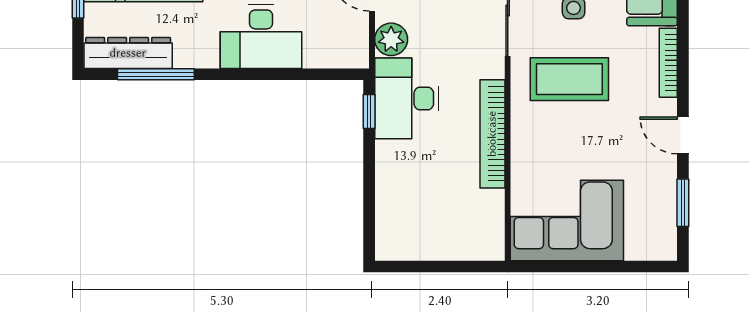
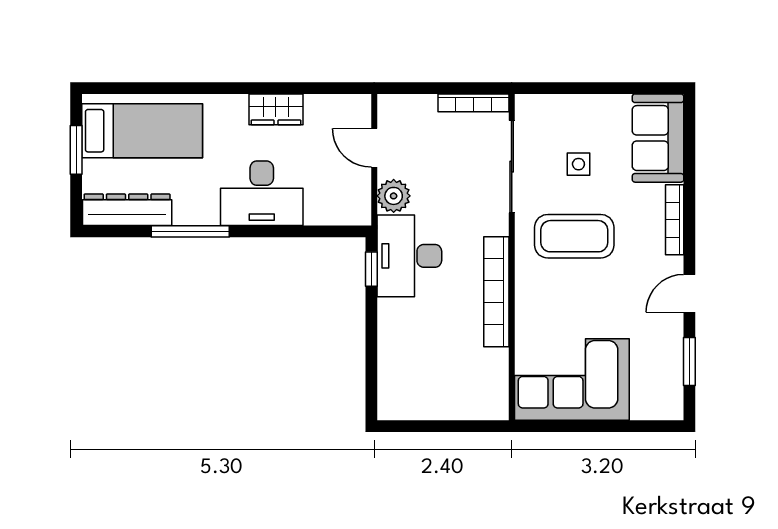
window: (156, 74) -> (190, 231), moved
door: (683, 135) -> (689, 293), hinge flipped

